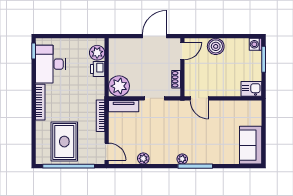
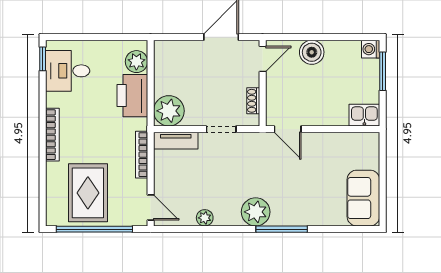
desk: (51, 64) -> (68, 71), width x0.73
printer: (98, 69) -> (132, 96), width x1.87, depth x1.48
plant: (182, 159) -> (256, 212), width x1.88, depth x1.88

